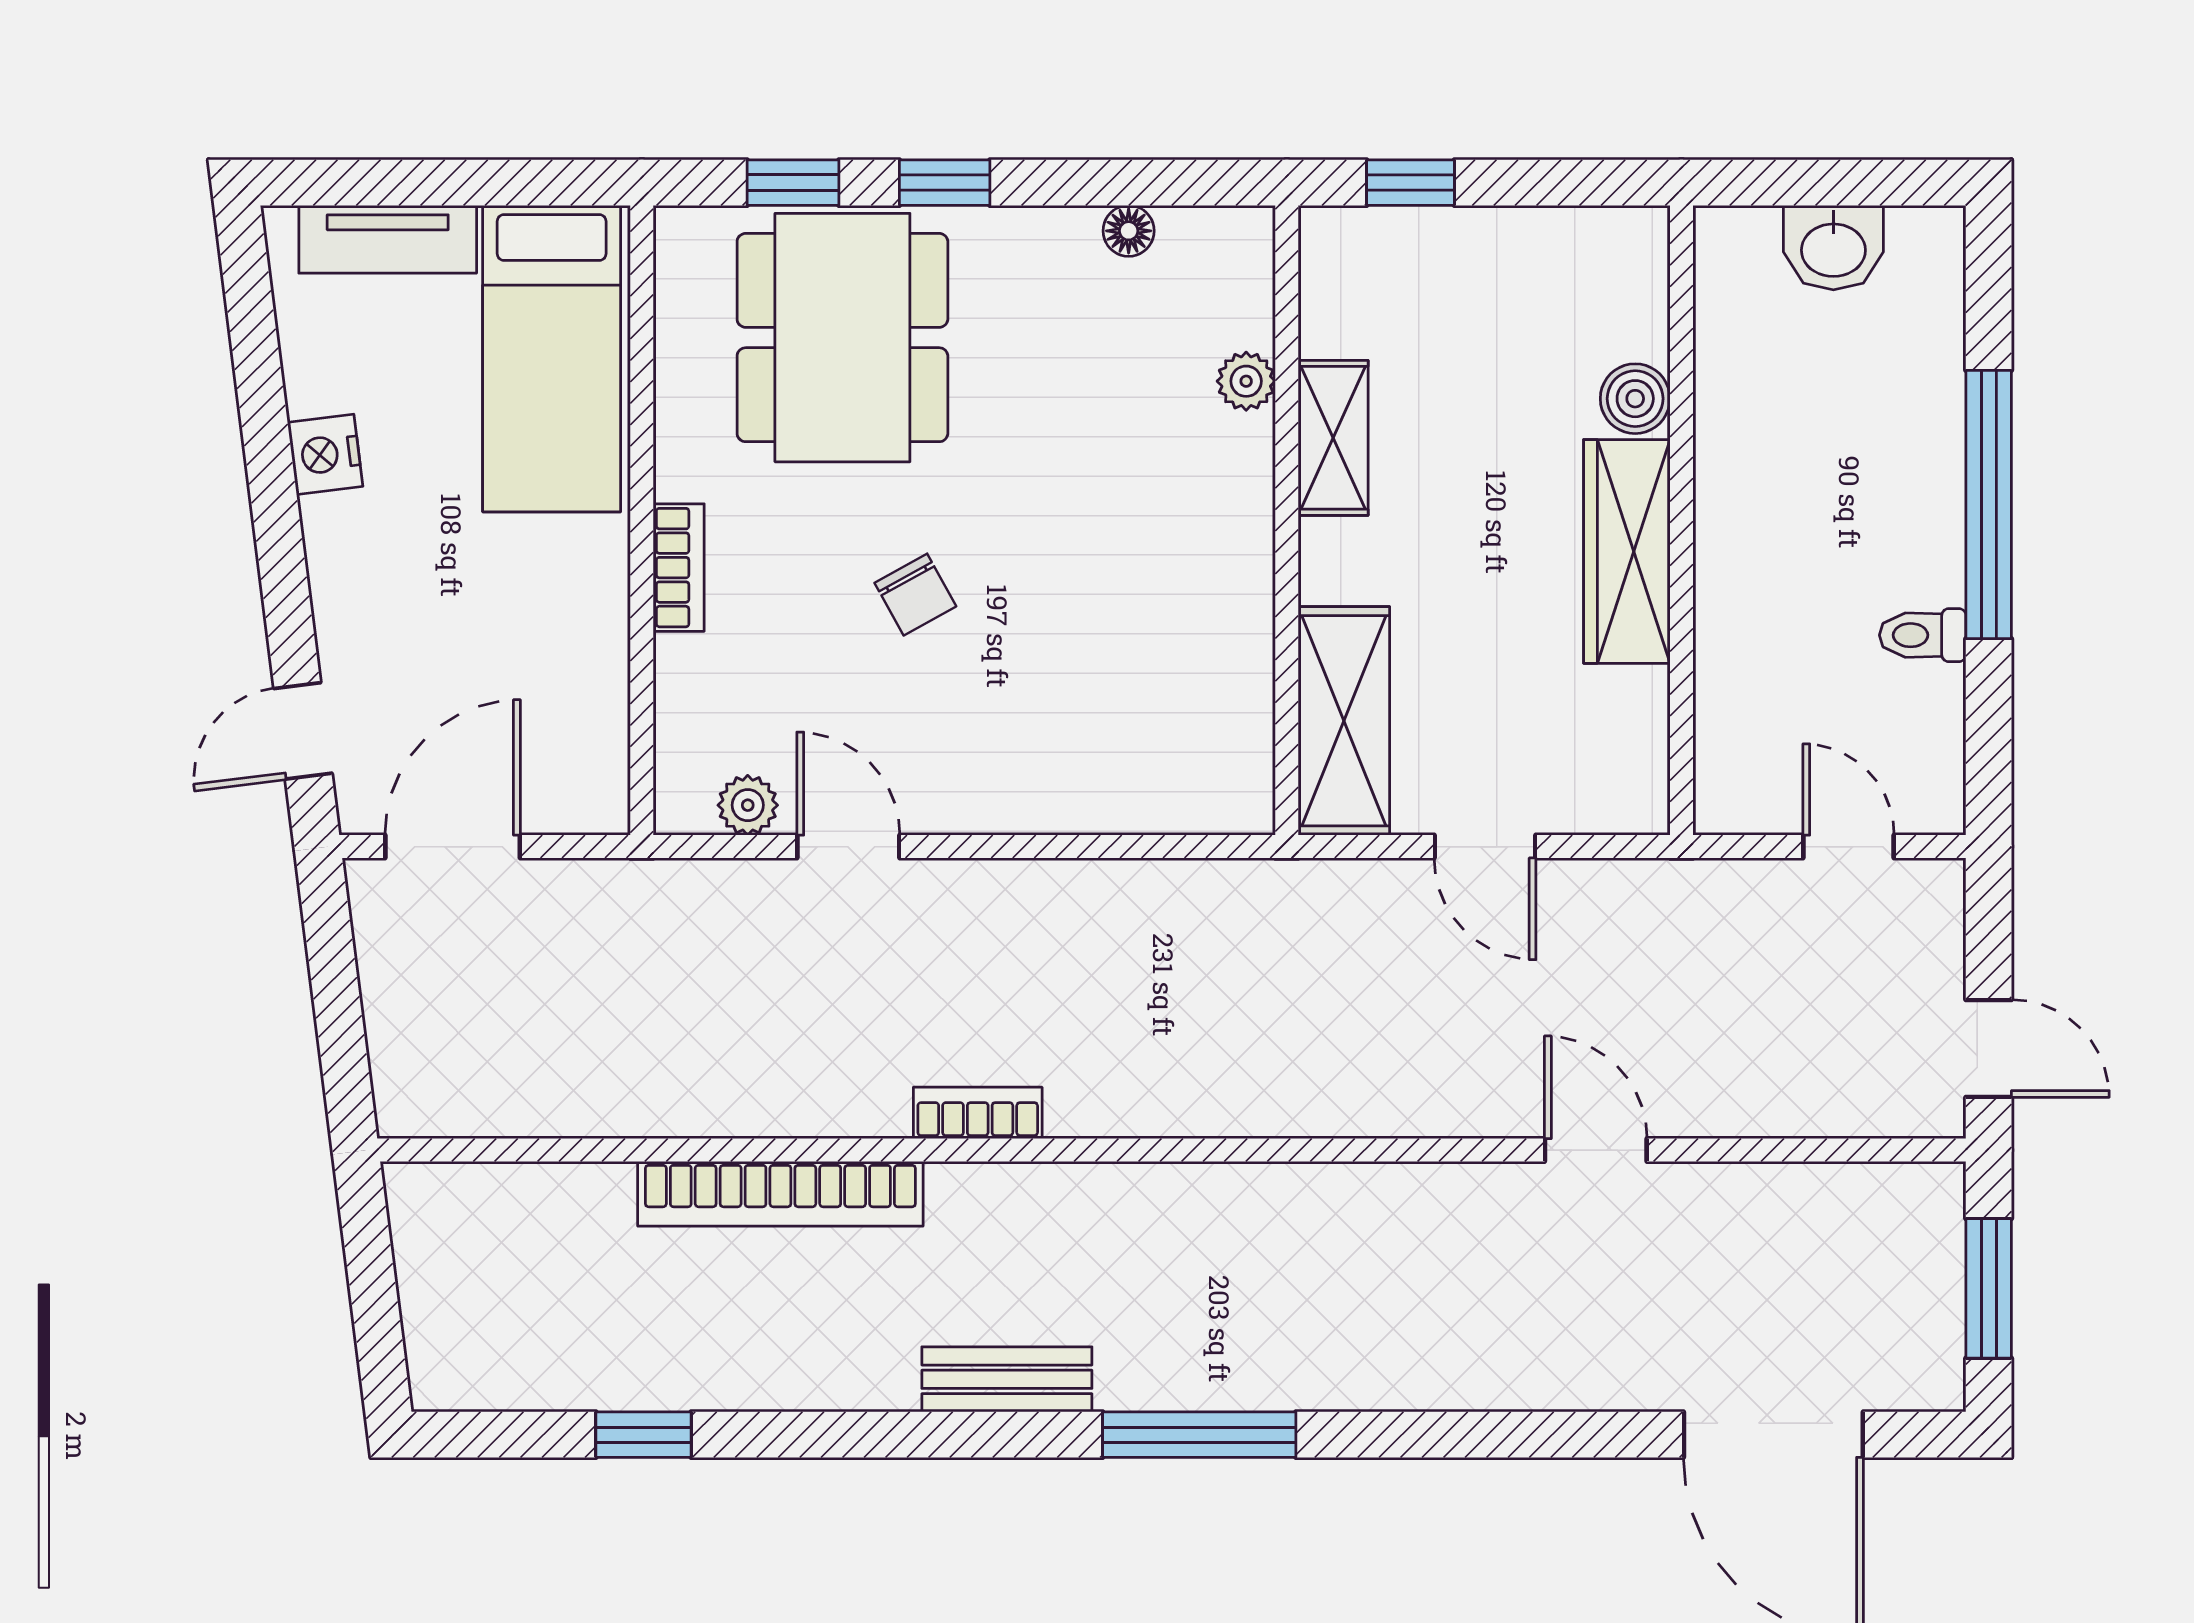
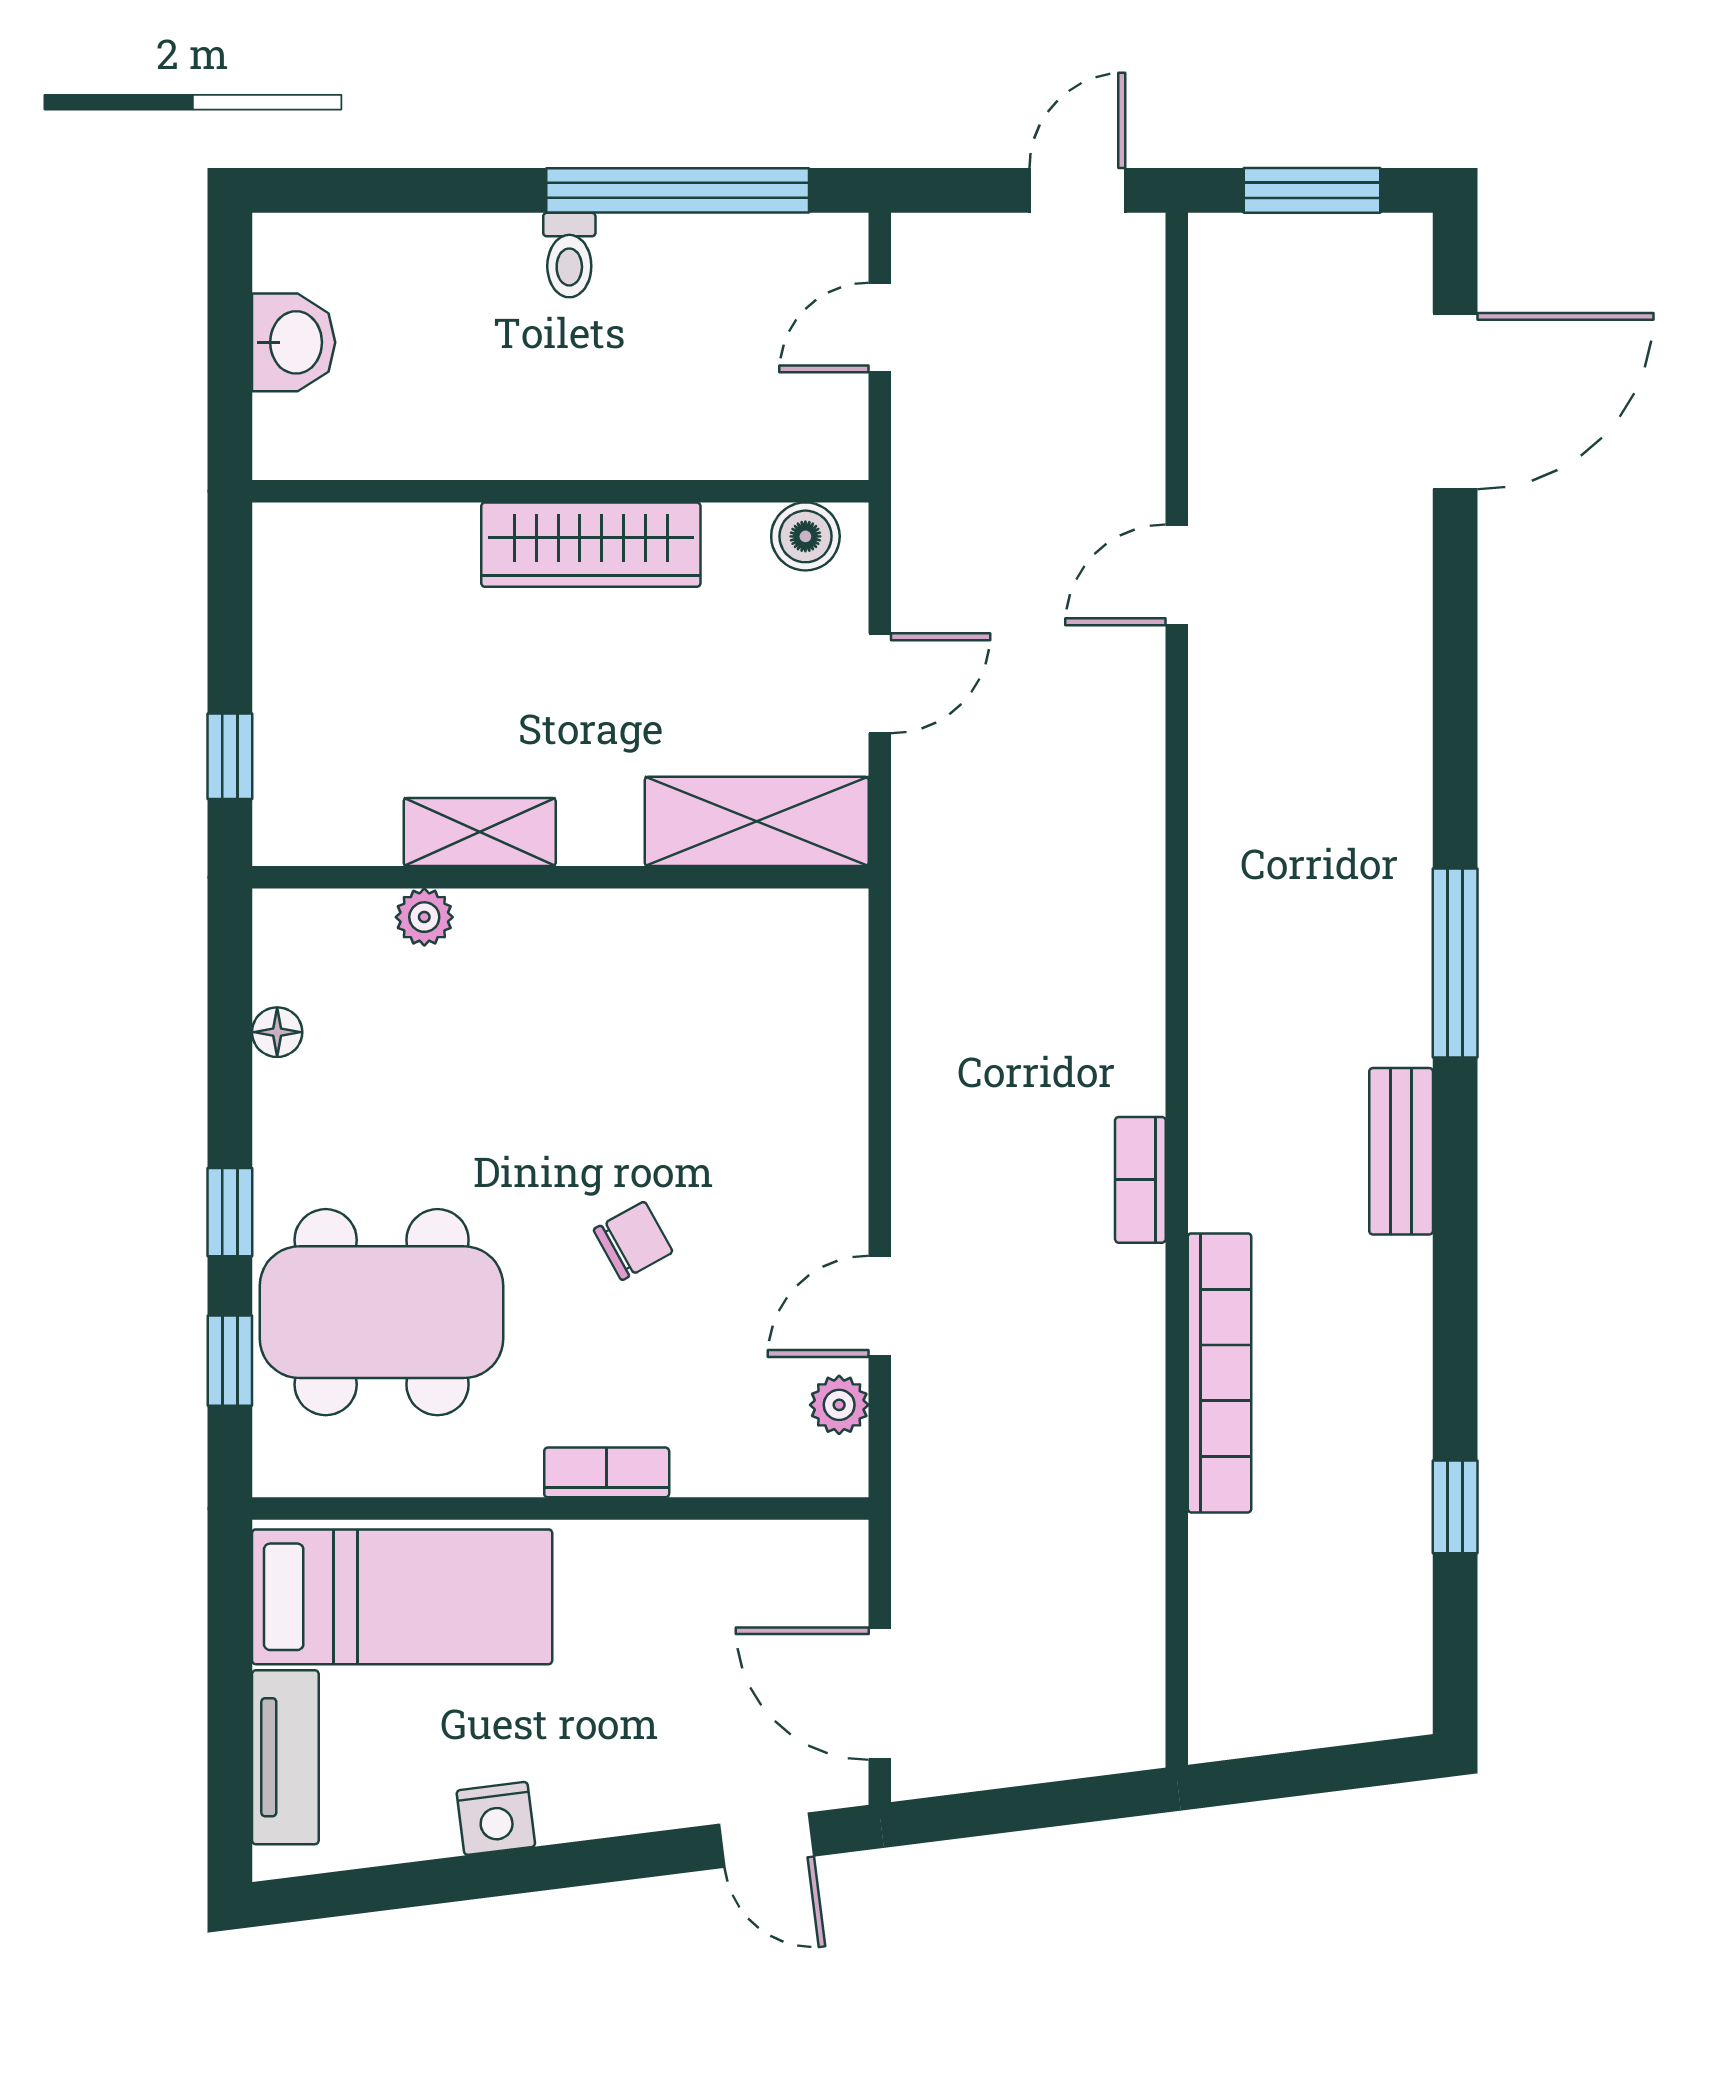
boiler: (1635, 399) -> (805, 536), moved
window: (1989, 505) -> (678, 190), moved
toilet: (1923, 635) -> (569, 255), moved

